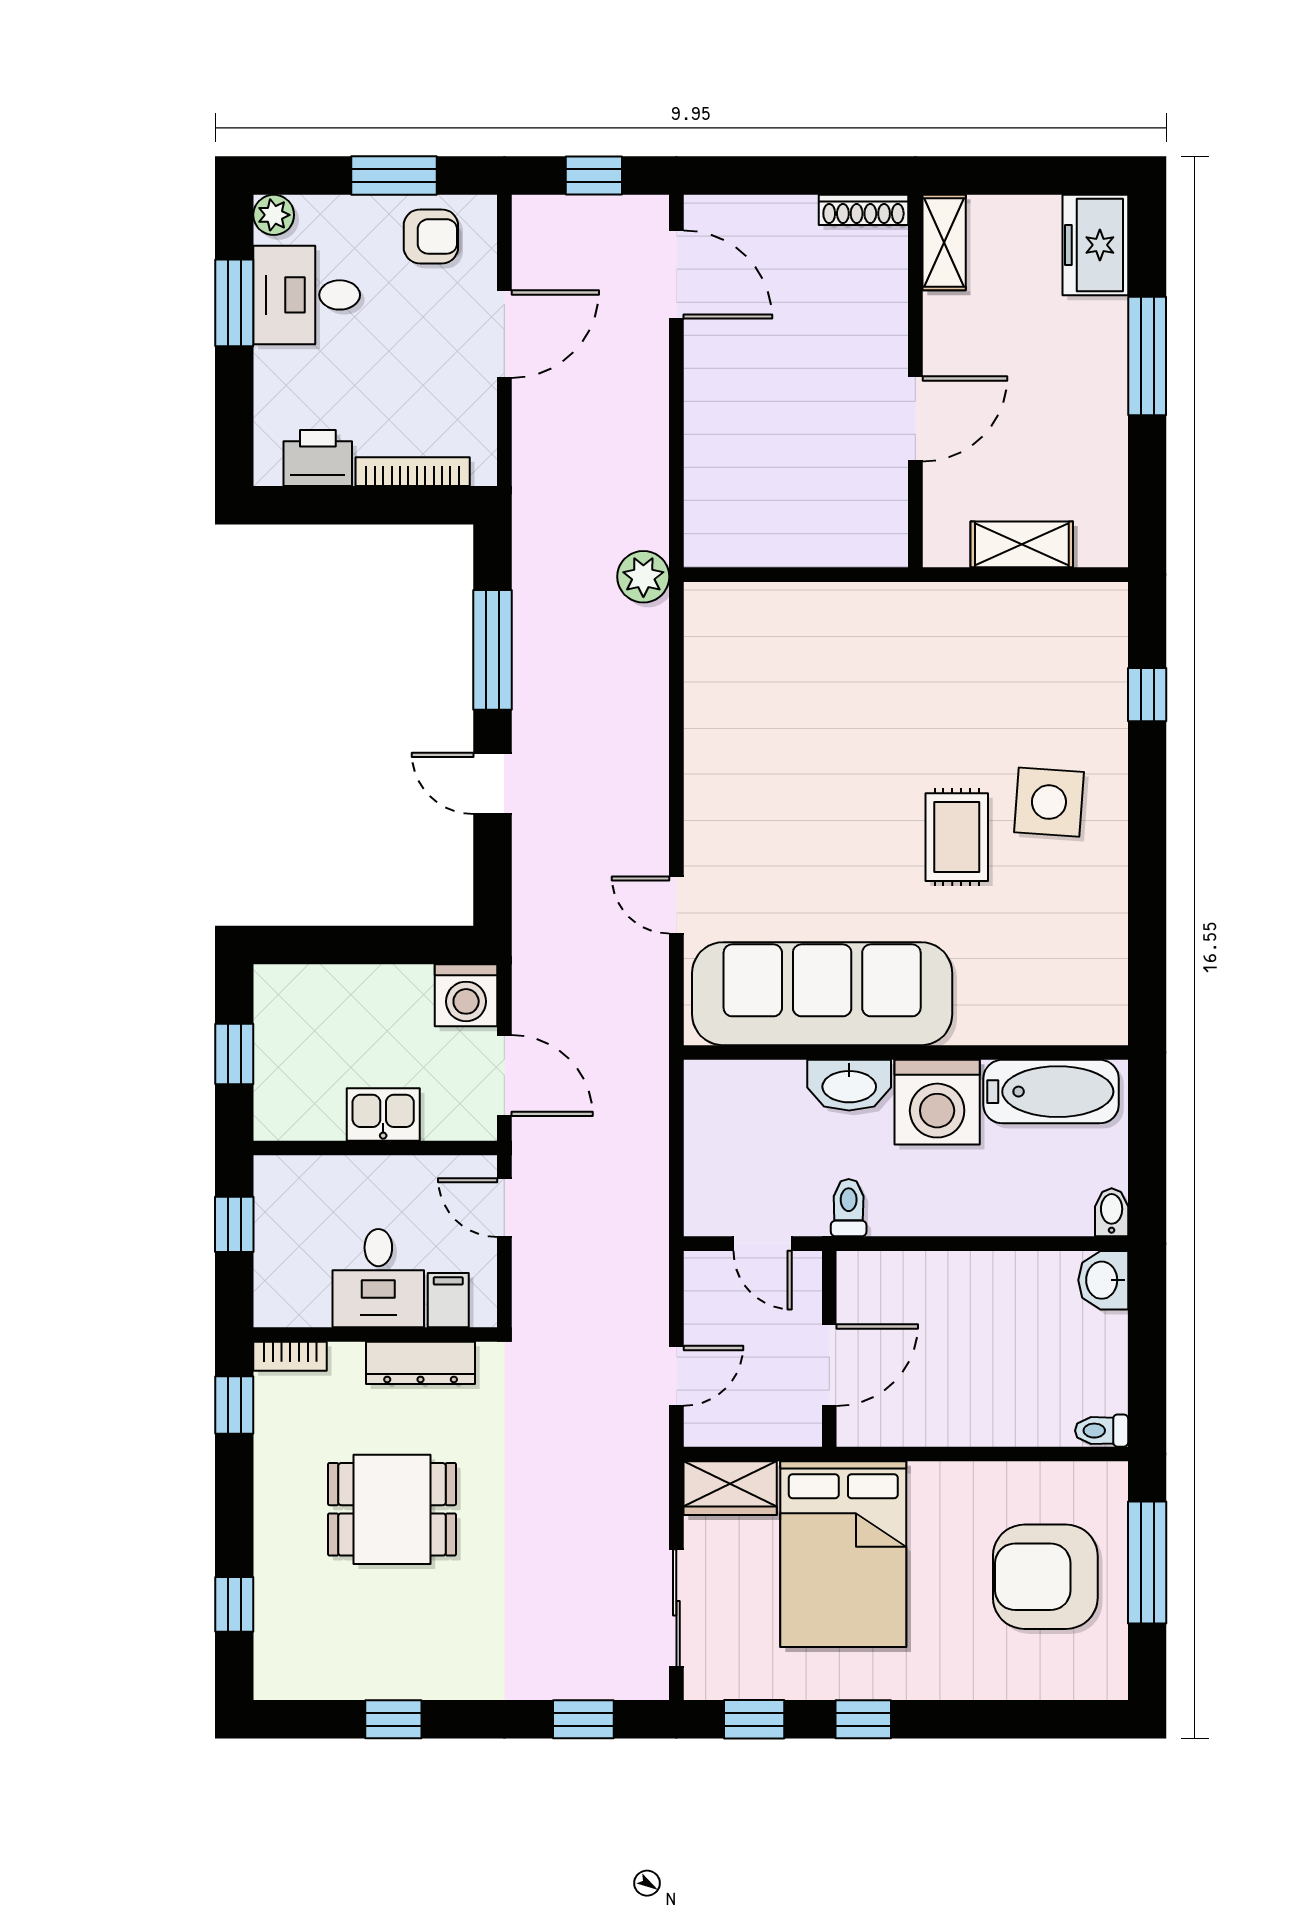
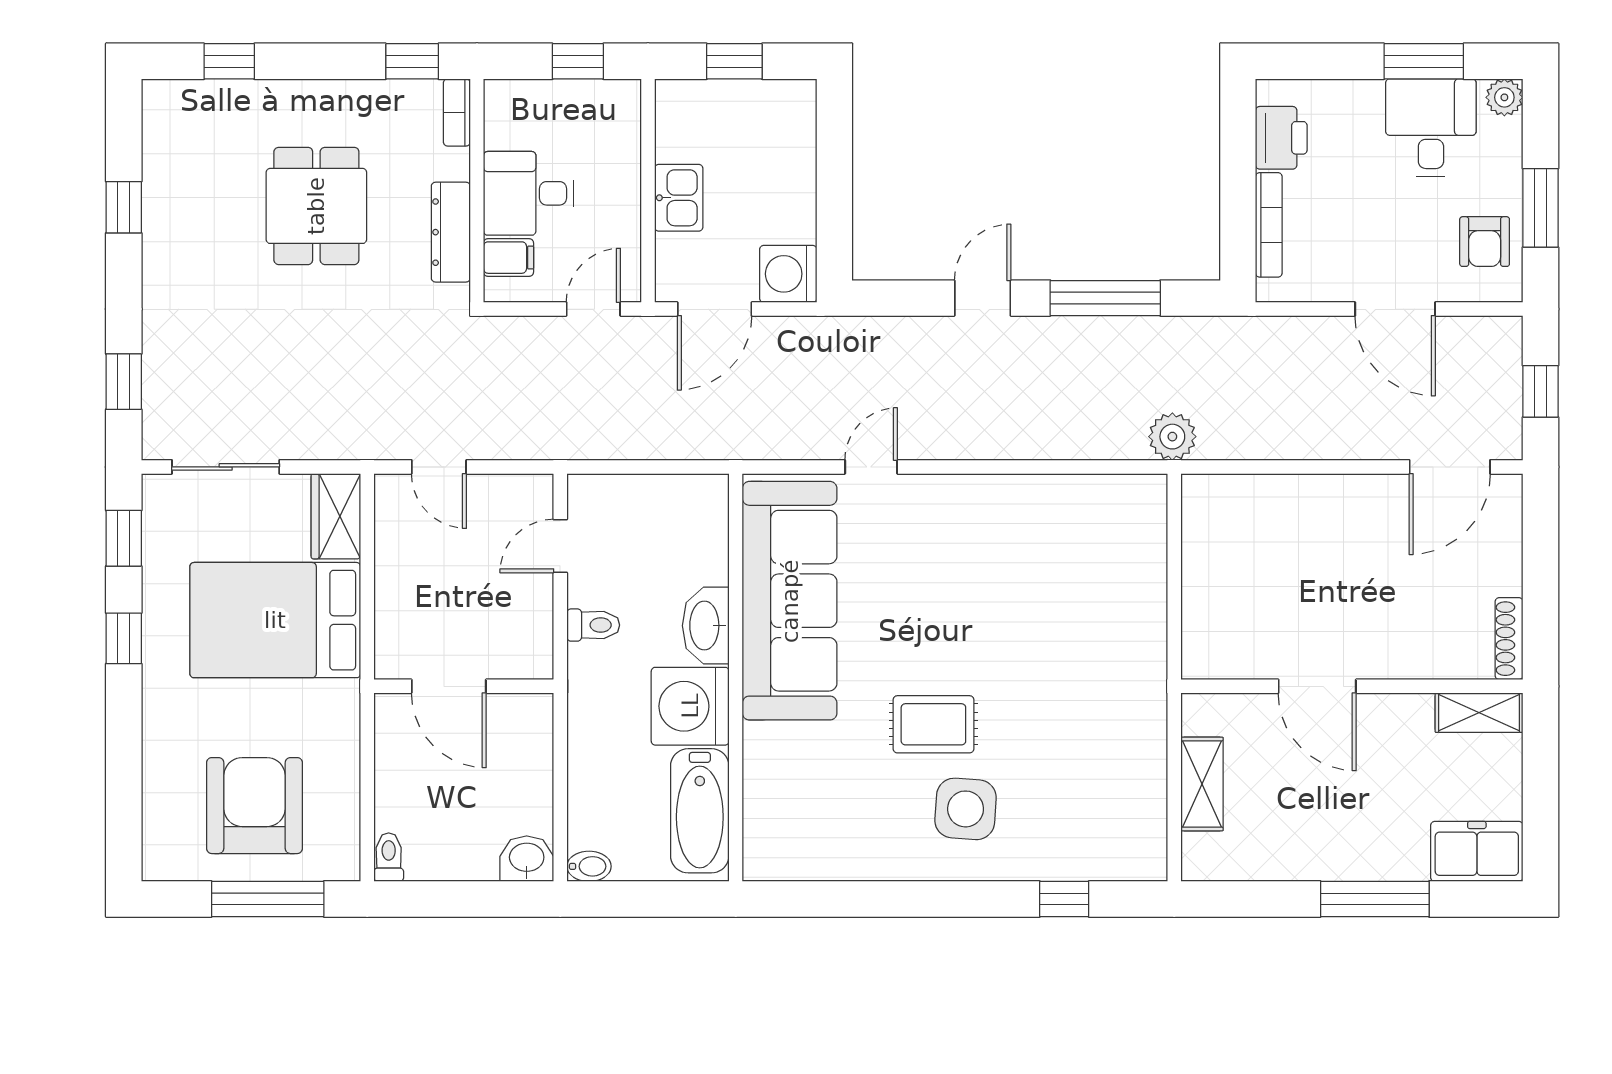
wall: (829, 1349) -> (464, 686), moved
door: (829, 1365) -> (449, 686), moved

